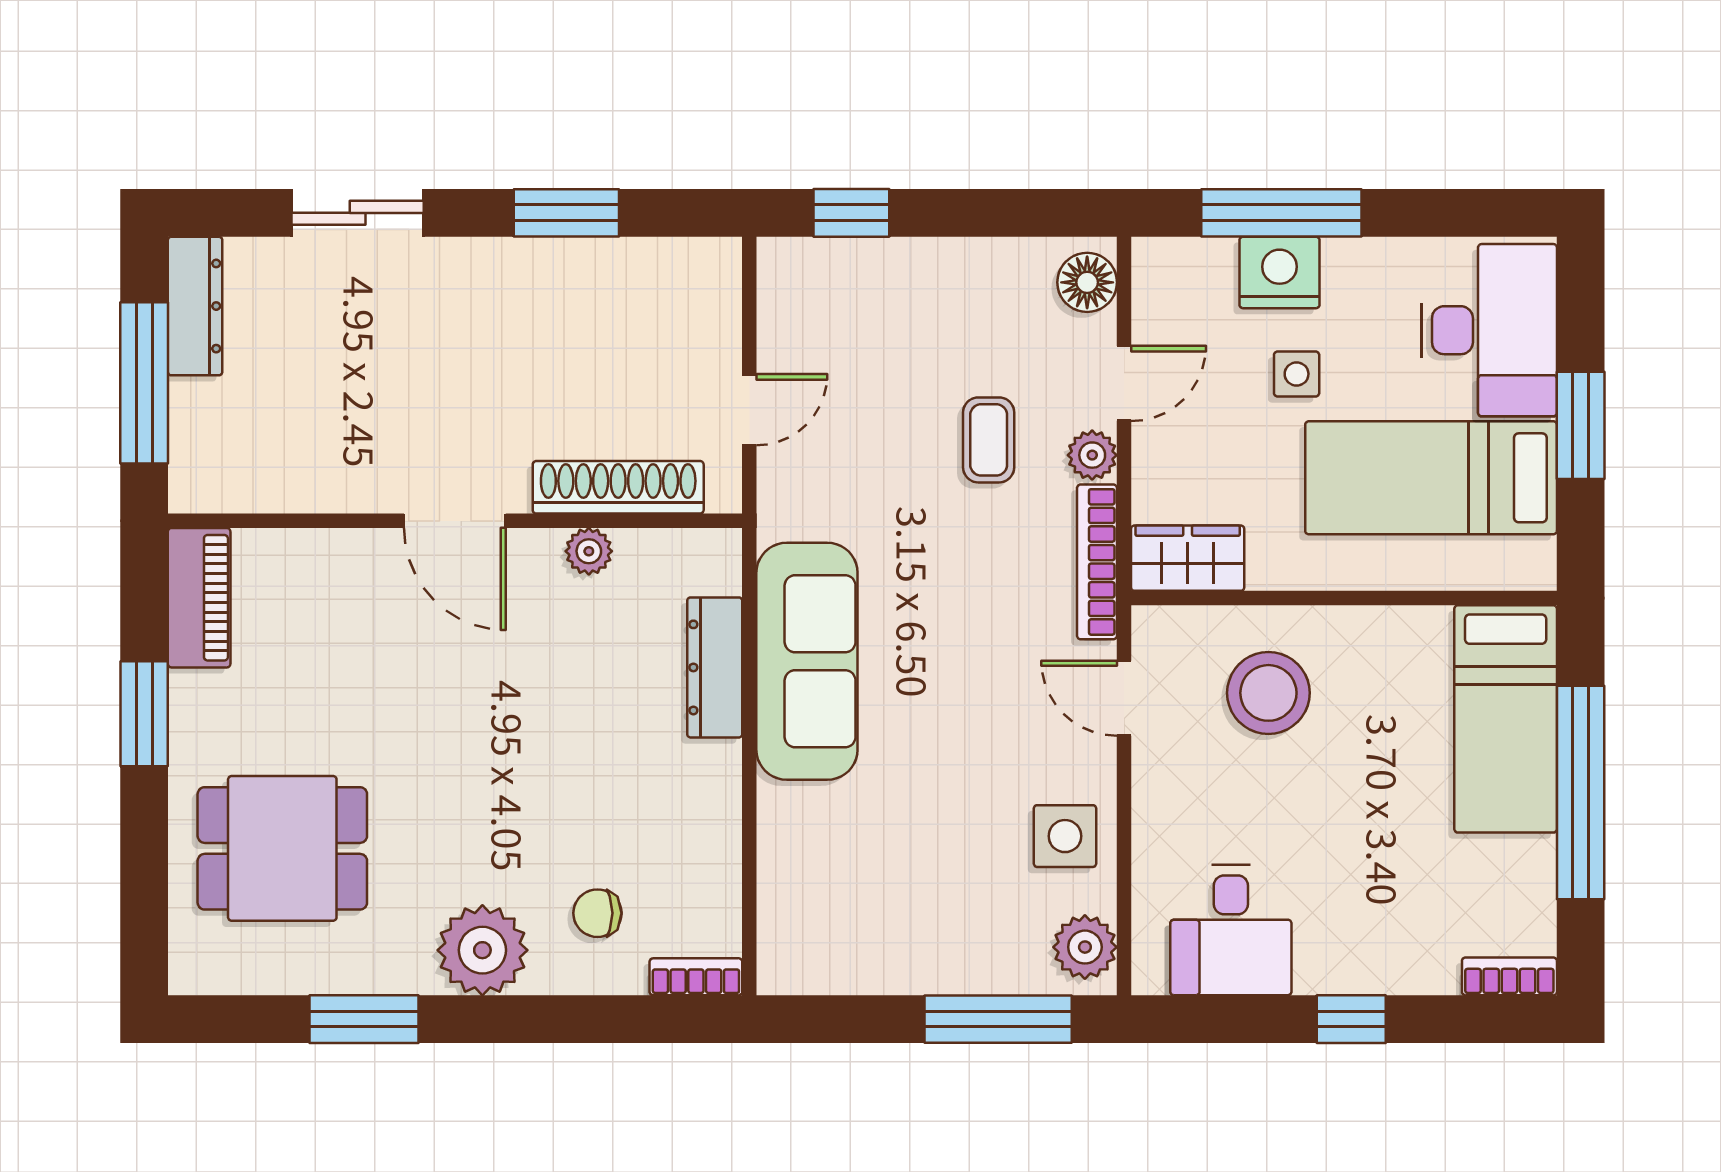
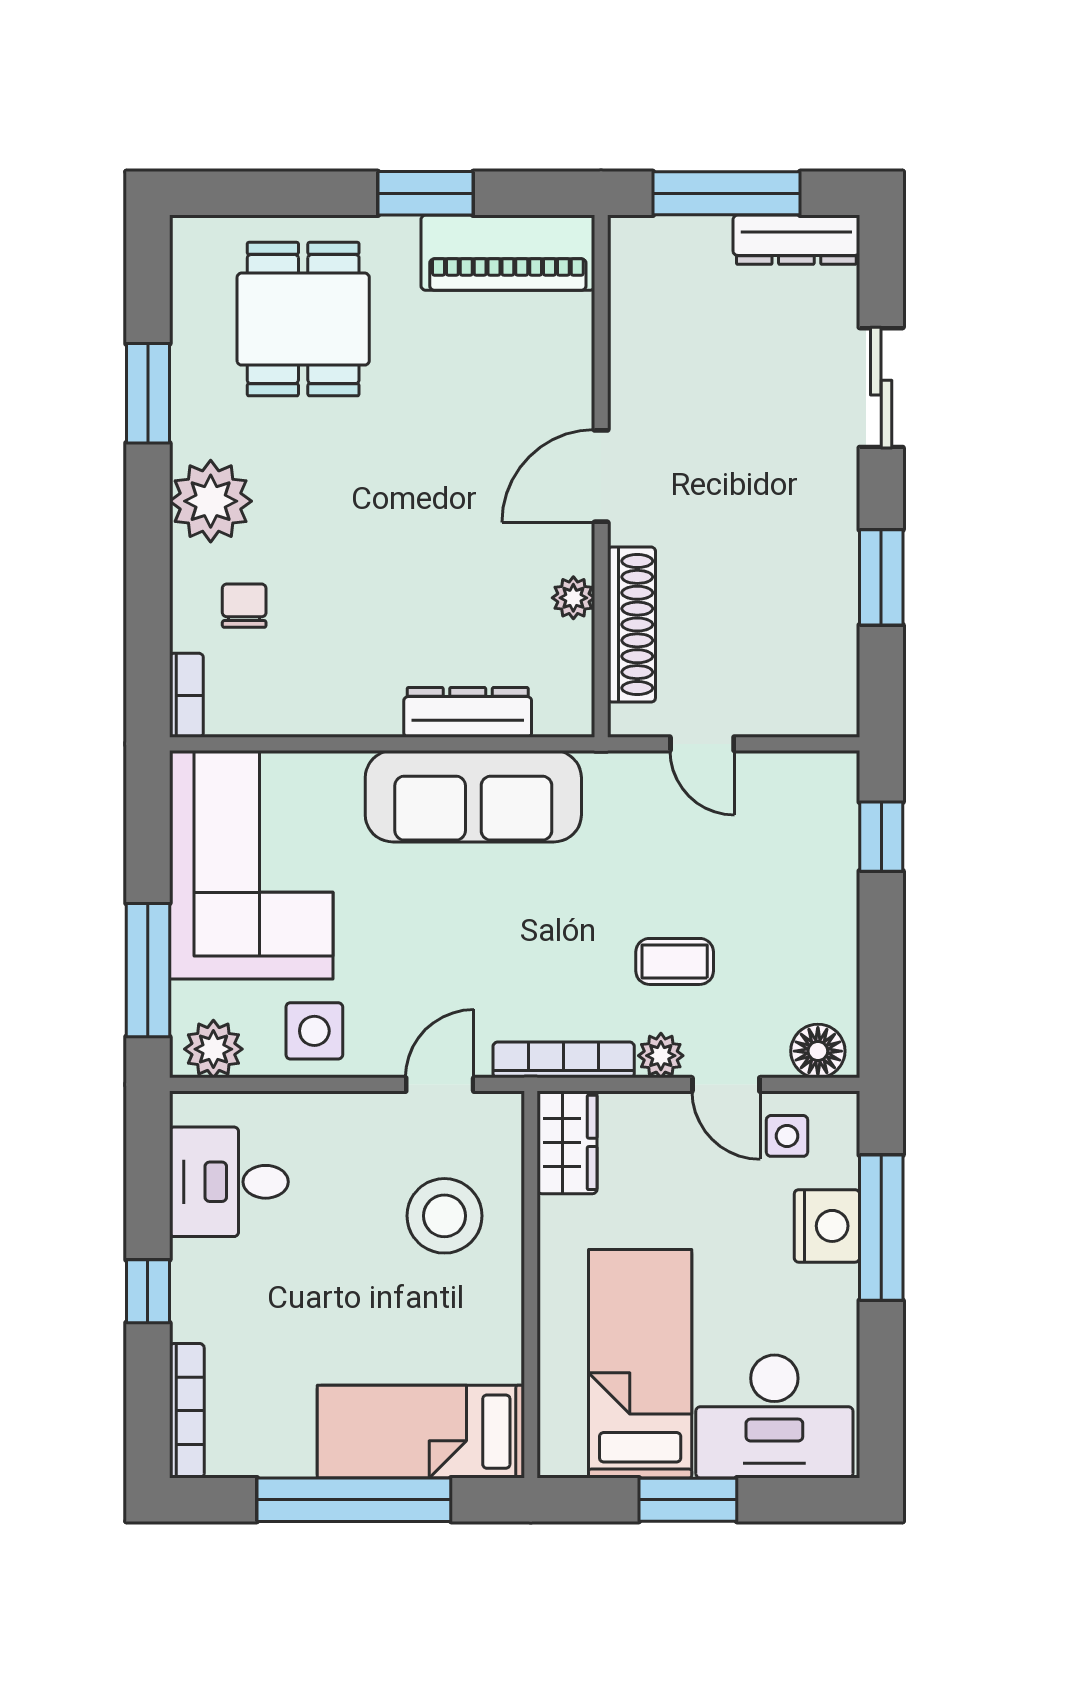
side table: (1297, 374) -> (787, 1136), moved
piano: (199, 598) -> (508, 253), width x1.37, depth x1.33
corner sofa: (882, 906) -> (251, 865), added
bookcase: (1509, 976) -> (187, 1411), width x1.56

